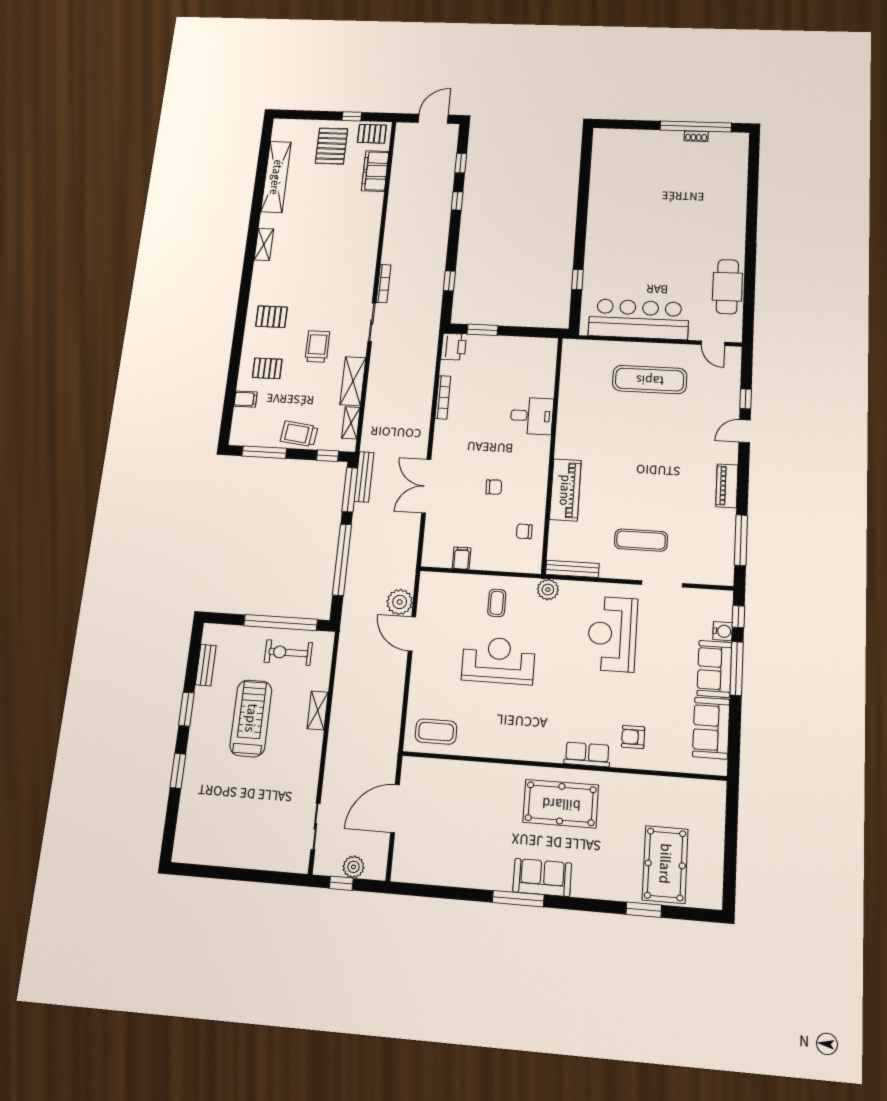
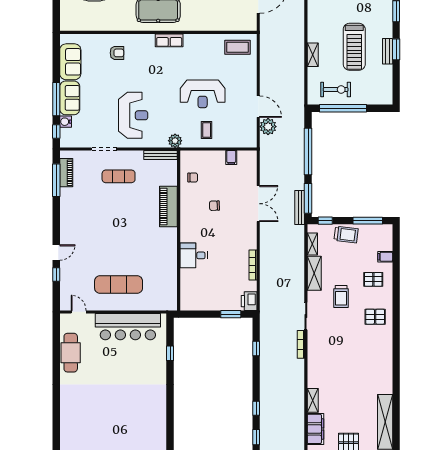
shelving: (264, 244) -> (313, 400), moved
piano: (727, 486) -> (66, 173), moved
bench: (206, 665) -> (388, 51), moved
row of seats: (587, 754) -> (169, 40), moved

